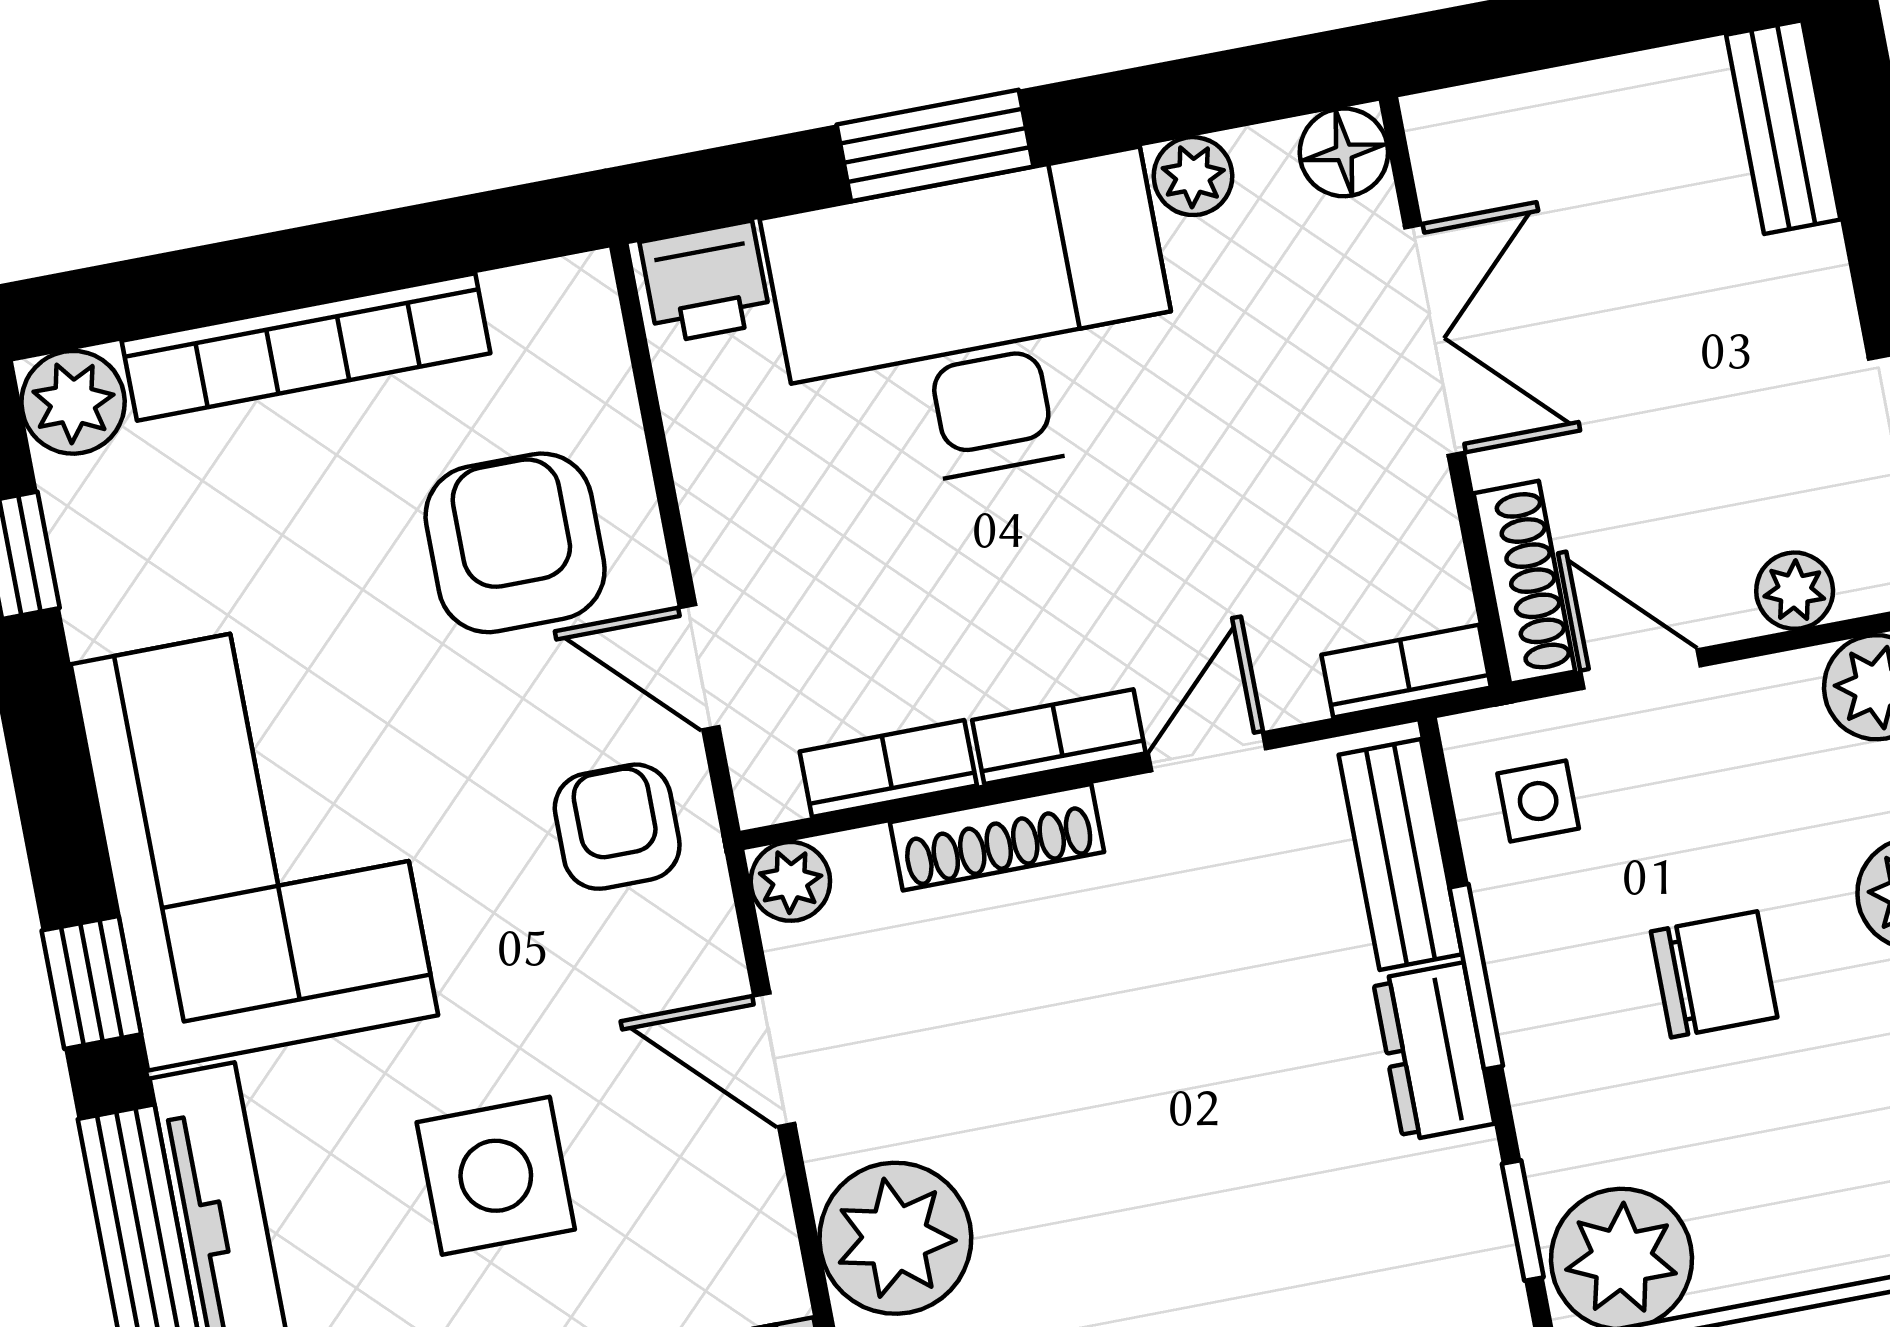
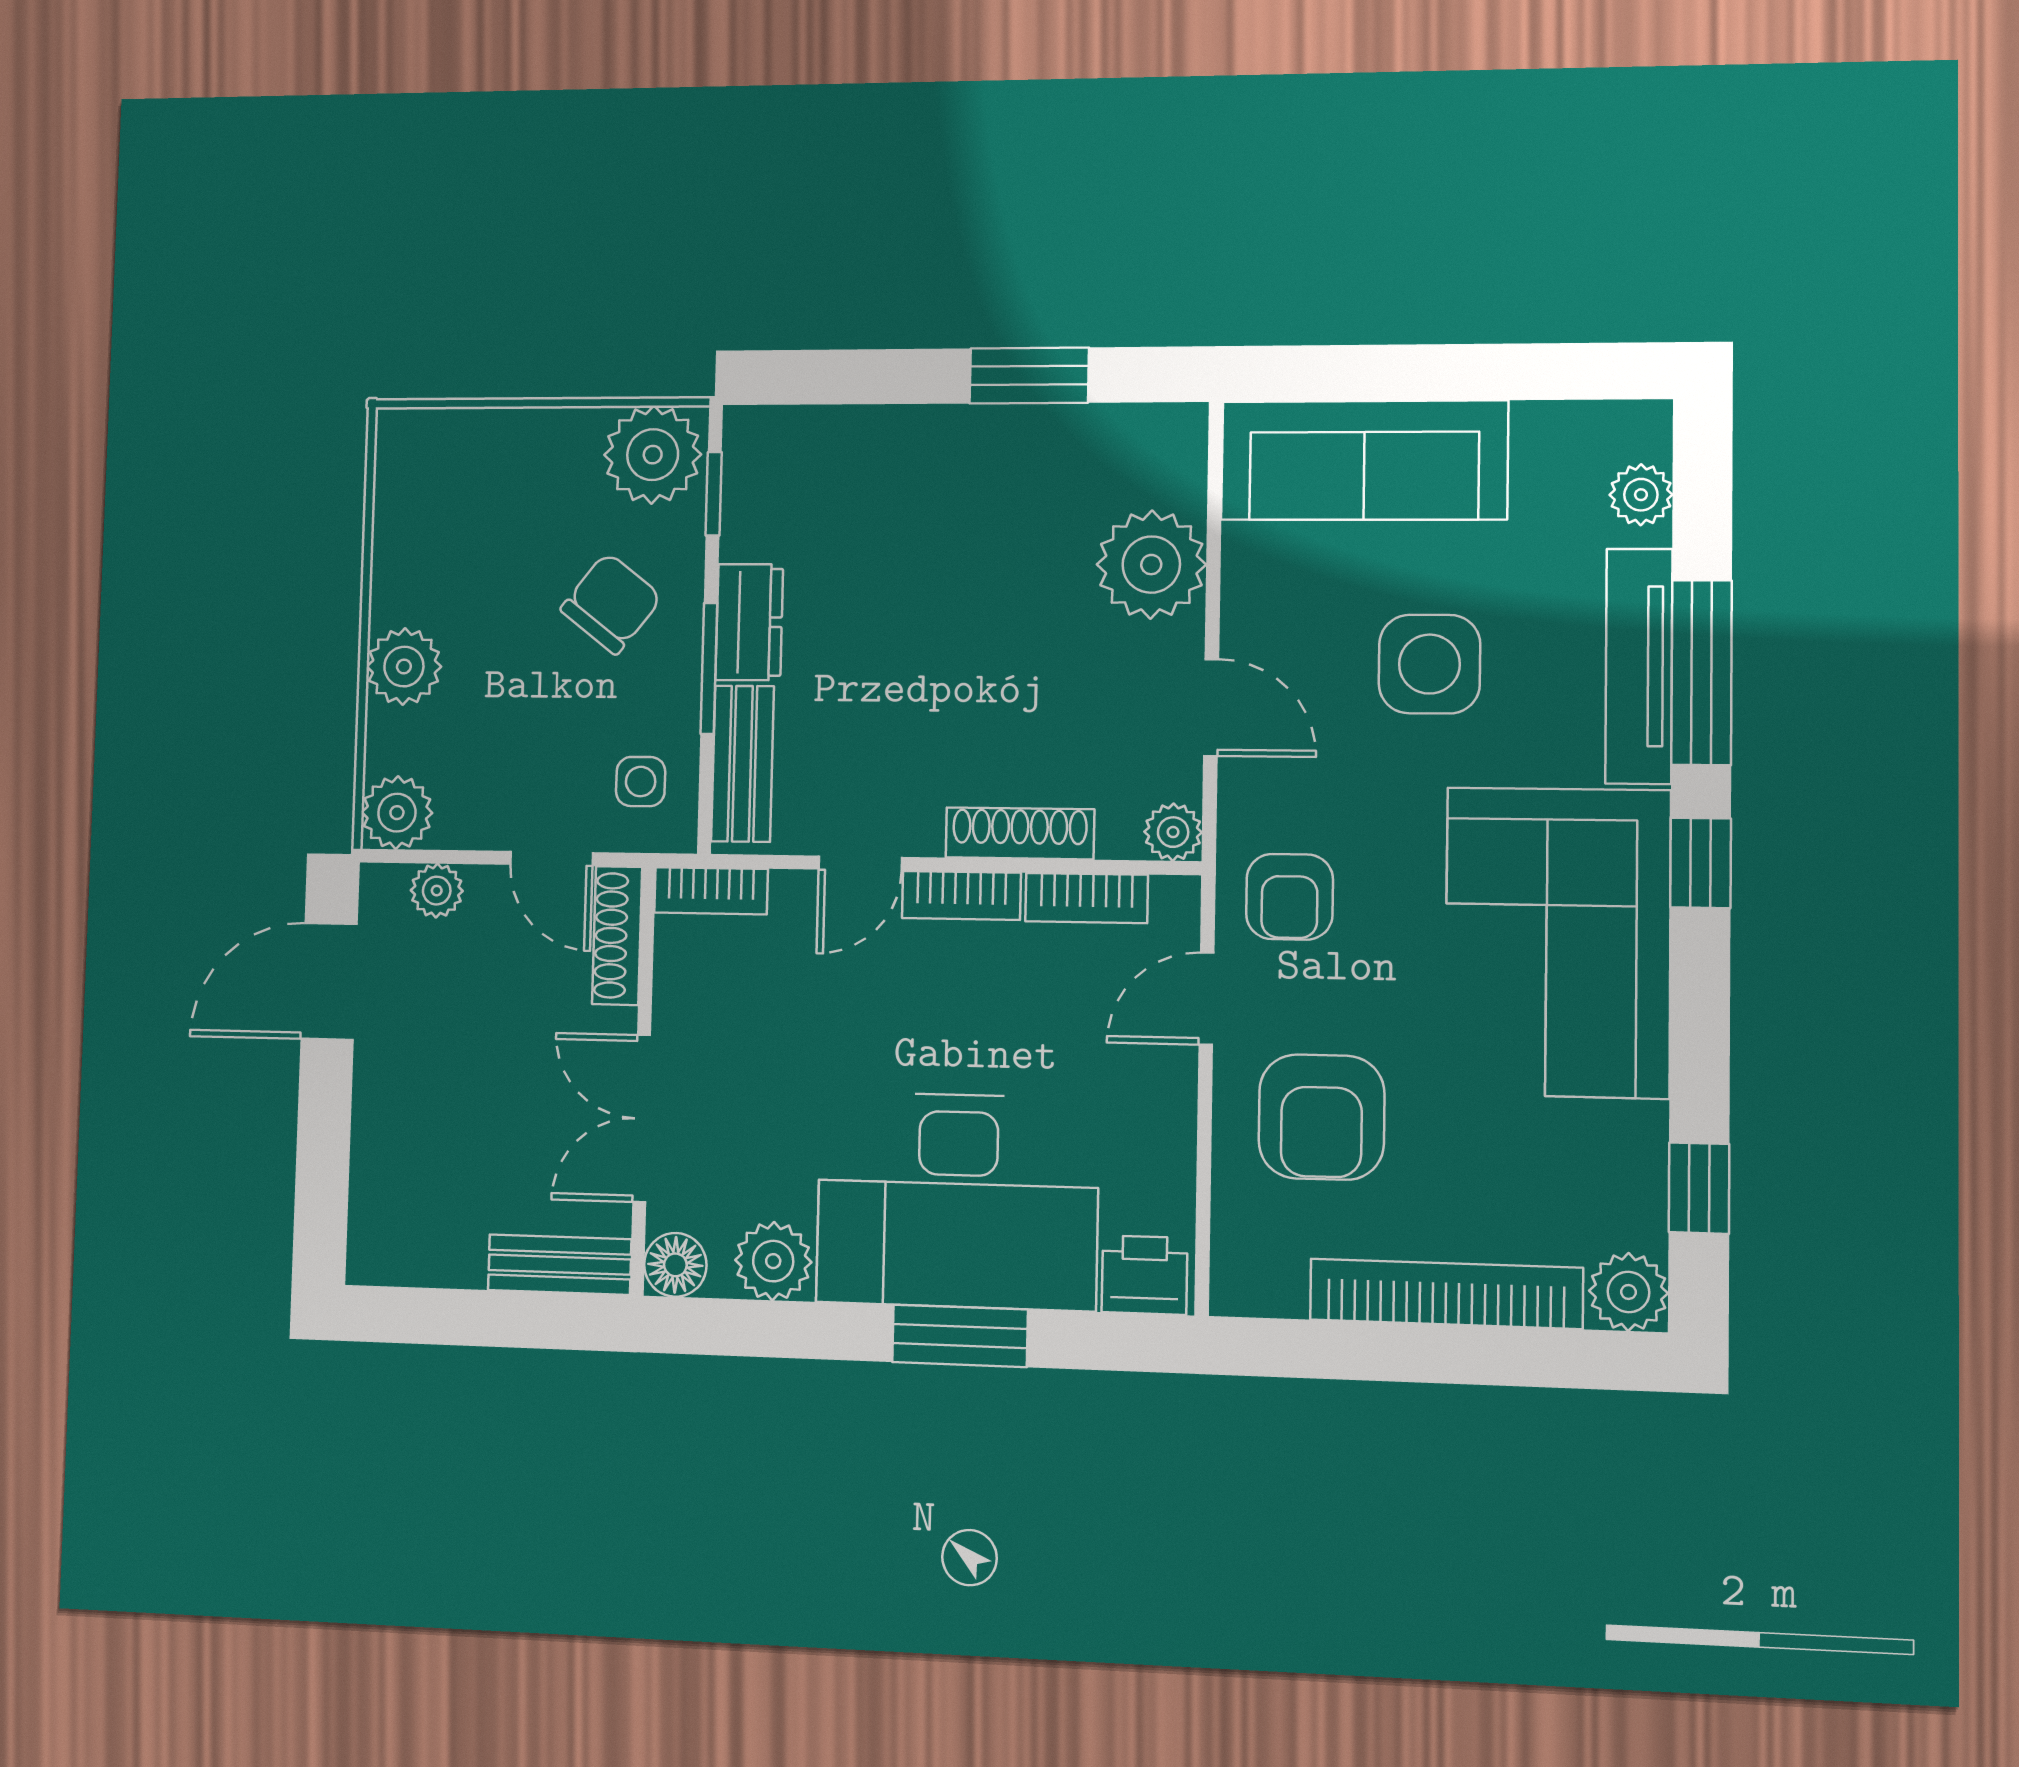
bench: (1783, 127) -> (560, 1265), moved, turned 90
plant: (1193, 176) -> (773, 1261), width x1.38, depth x1.38
door: (699, 667) -> (1206, 999), swing flipped
chair: (1714, 974) -> (611, 603), moved, turned 128

